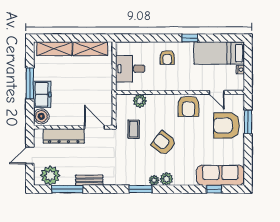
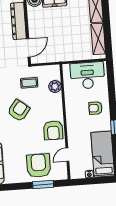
desk: (130, 69) -> (87, 75), width x1.37
armchair: (189, 106) -> (53, 130), turned -90

